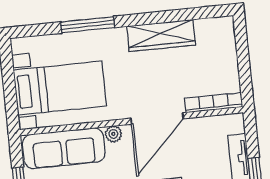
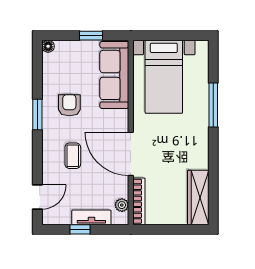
wardrobe: (161, 36) -> (198, 197), moved
plant: (113, 134) -> (122, 205), moved

